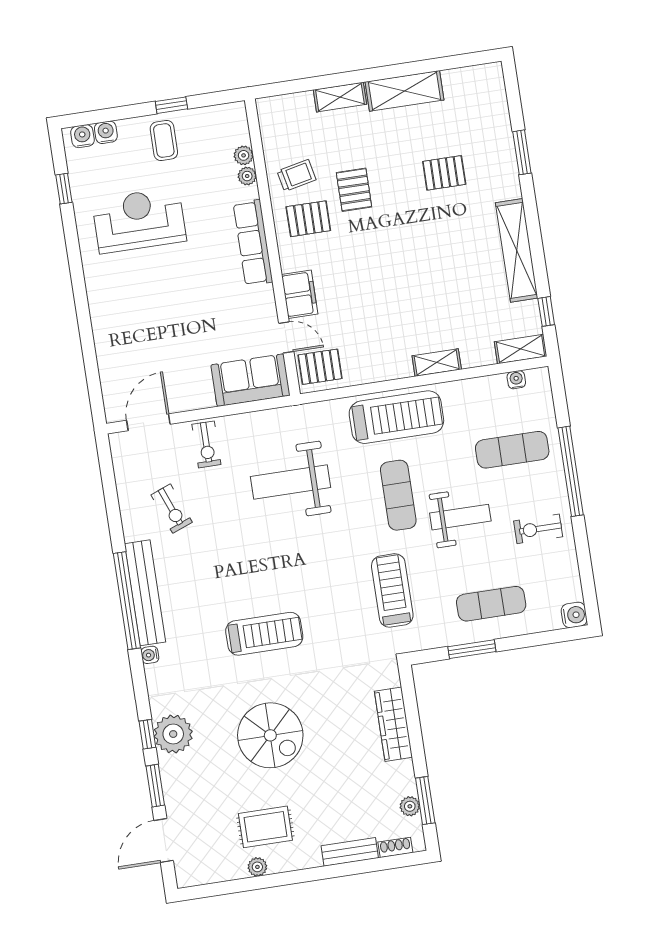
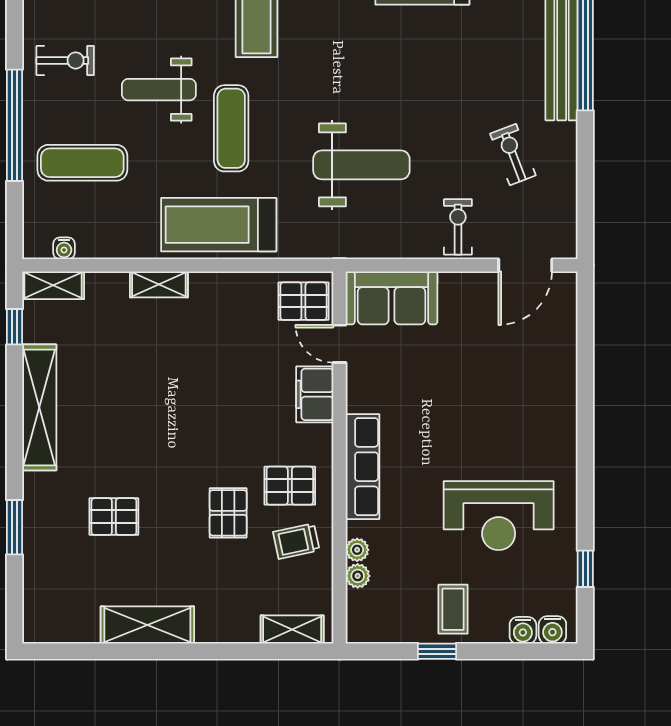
shelving: (340, 97) -> (292, 630), moved

